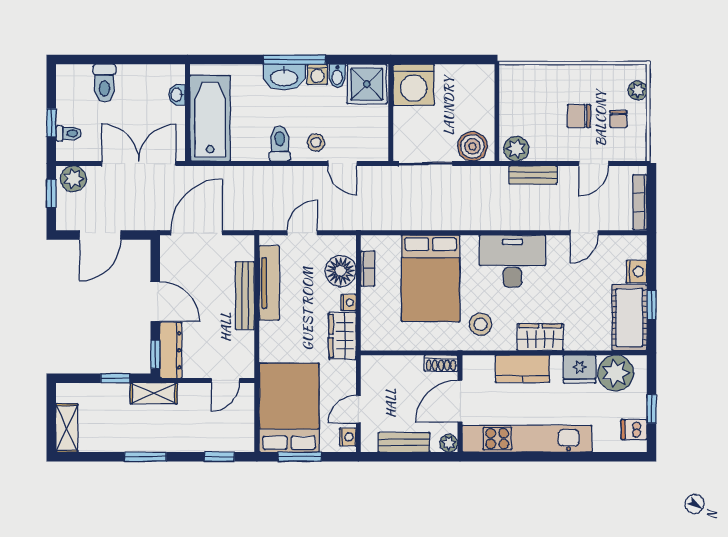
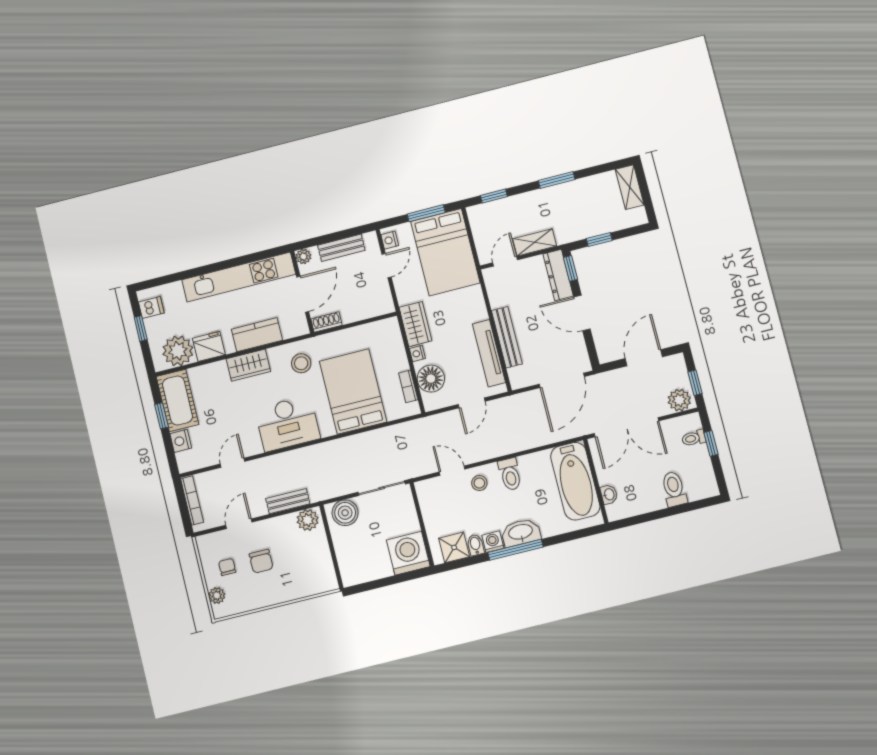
shower: (367, 84) -> (454, 547), width x0.73, depth x0.73
chair: (579, 116) -> (261, 561), turned 90
shelving: (154, 393) -> (535, 242), moved

